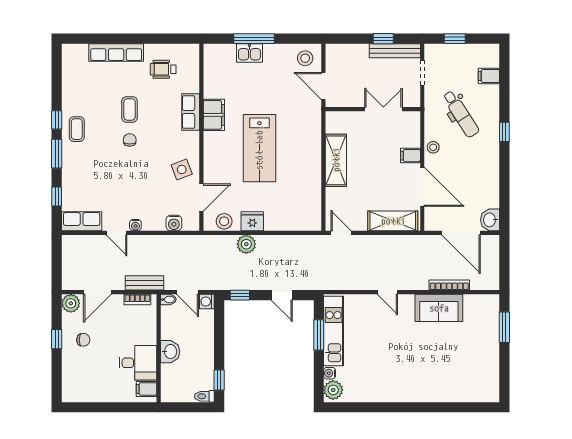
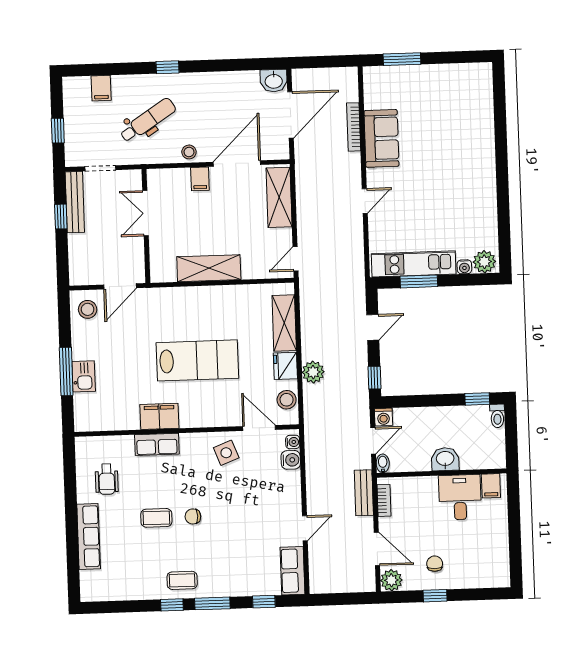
shelving: (288, 222) -> (284, 323), added
water cooler: (135, 225) -> (293, 442), moved

